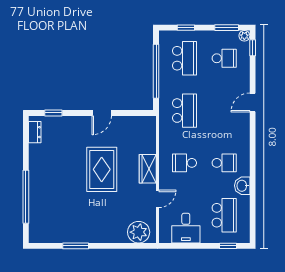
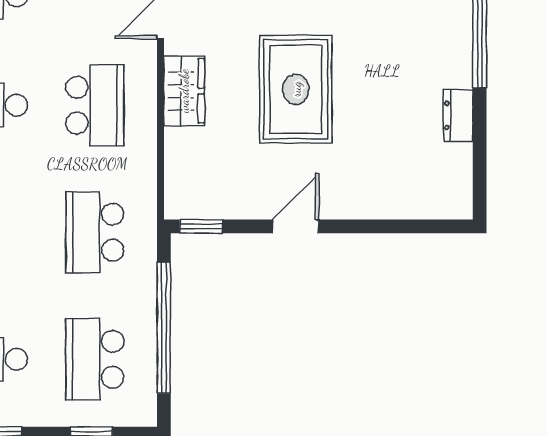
window: (53, 113) -> (201, 226), moved
dresser: (35, 132) -> (458, 115), moved
school desk: (184, 163) -> (95, 105), width x1.85

